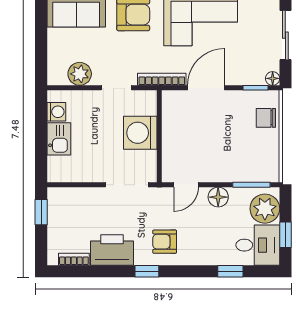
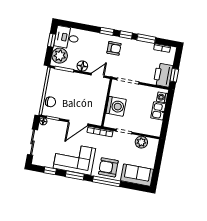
washing machine: (56, 112) -> (162, 97), moved
printer: (112, 250) -> (163, 75), moved, turned 90
window: (107, 271) -> (146, 39), added
window: (230, 271) -> (107, 31), moved

